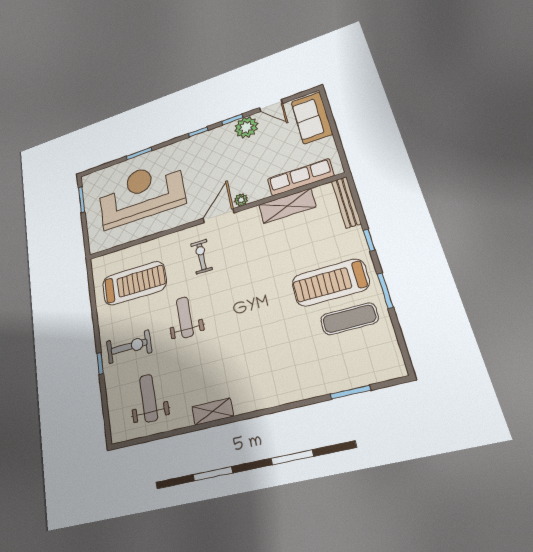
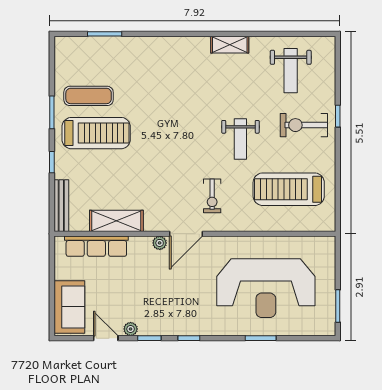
plant: (246, 127) -> (131, 329), width x0.53, depth x0.53

